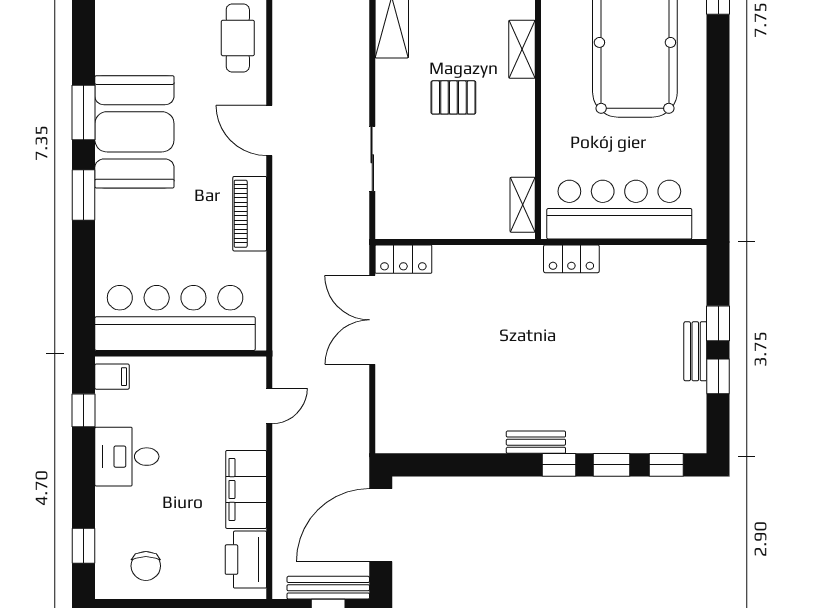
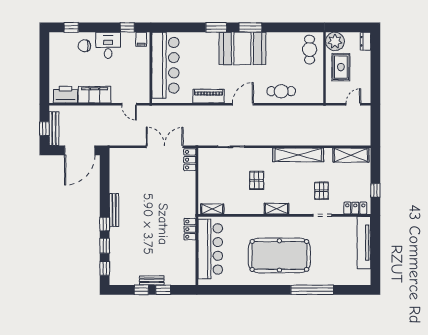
bench: (536, 442) -> (114, 210), width x1.36
door: (381, 525) -> (80, 150), swing flipped
chair: (146, 566) -> (84, 46), moved

